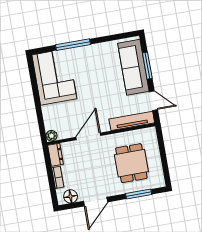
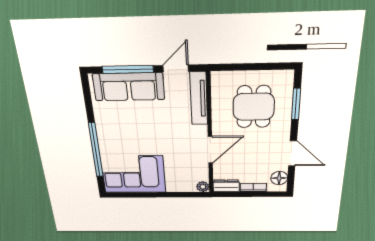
window: (73, 45) -> (96, 150), width x1.46
window: (147, 66) -> (128, 69), width x1.44
door: (88, 136) -> (210, 150), swing flipped
dining table: (131, 163) -> (254, 107), turned 90

